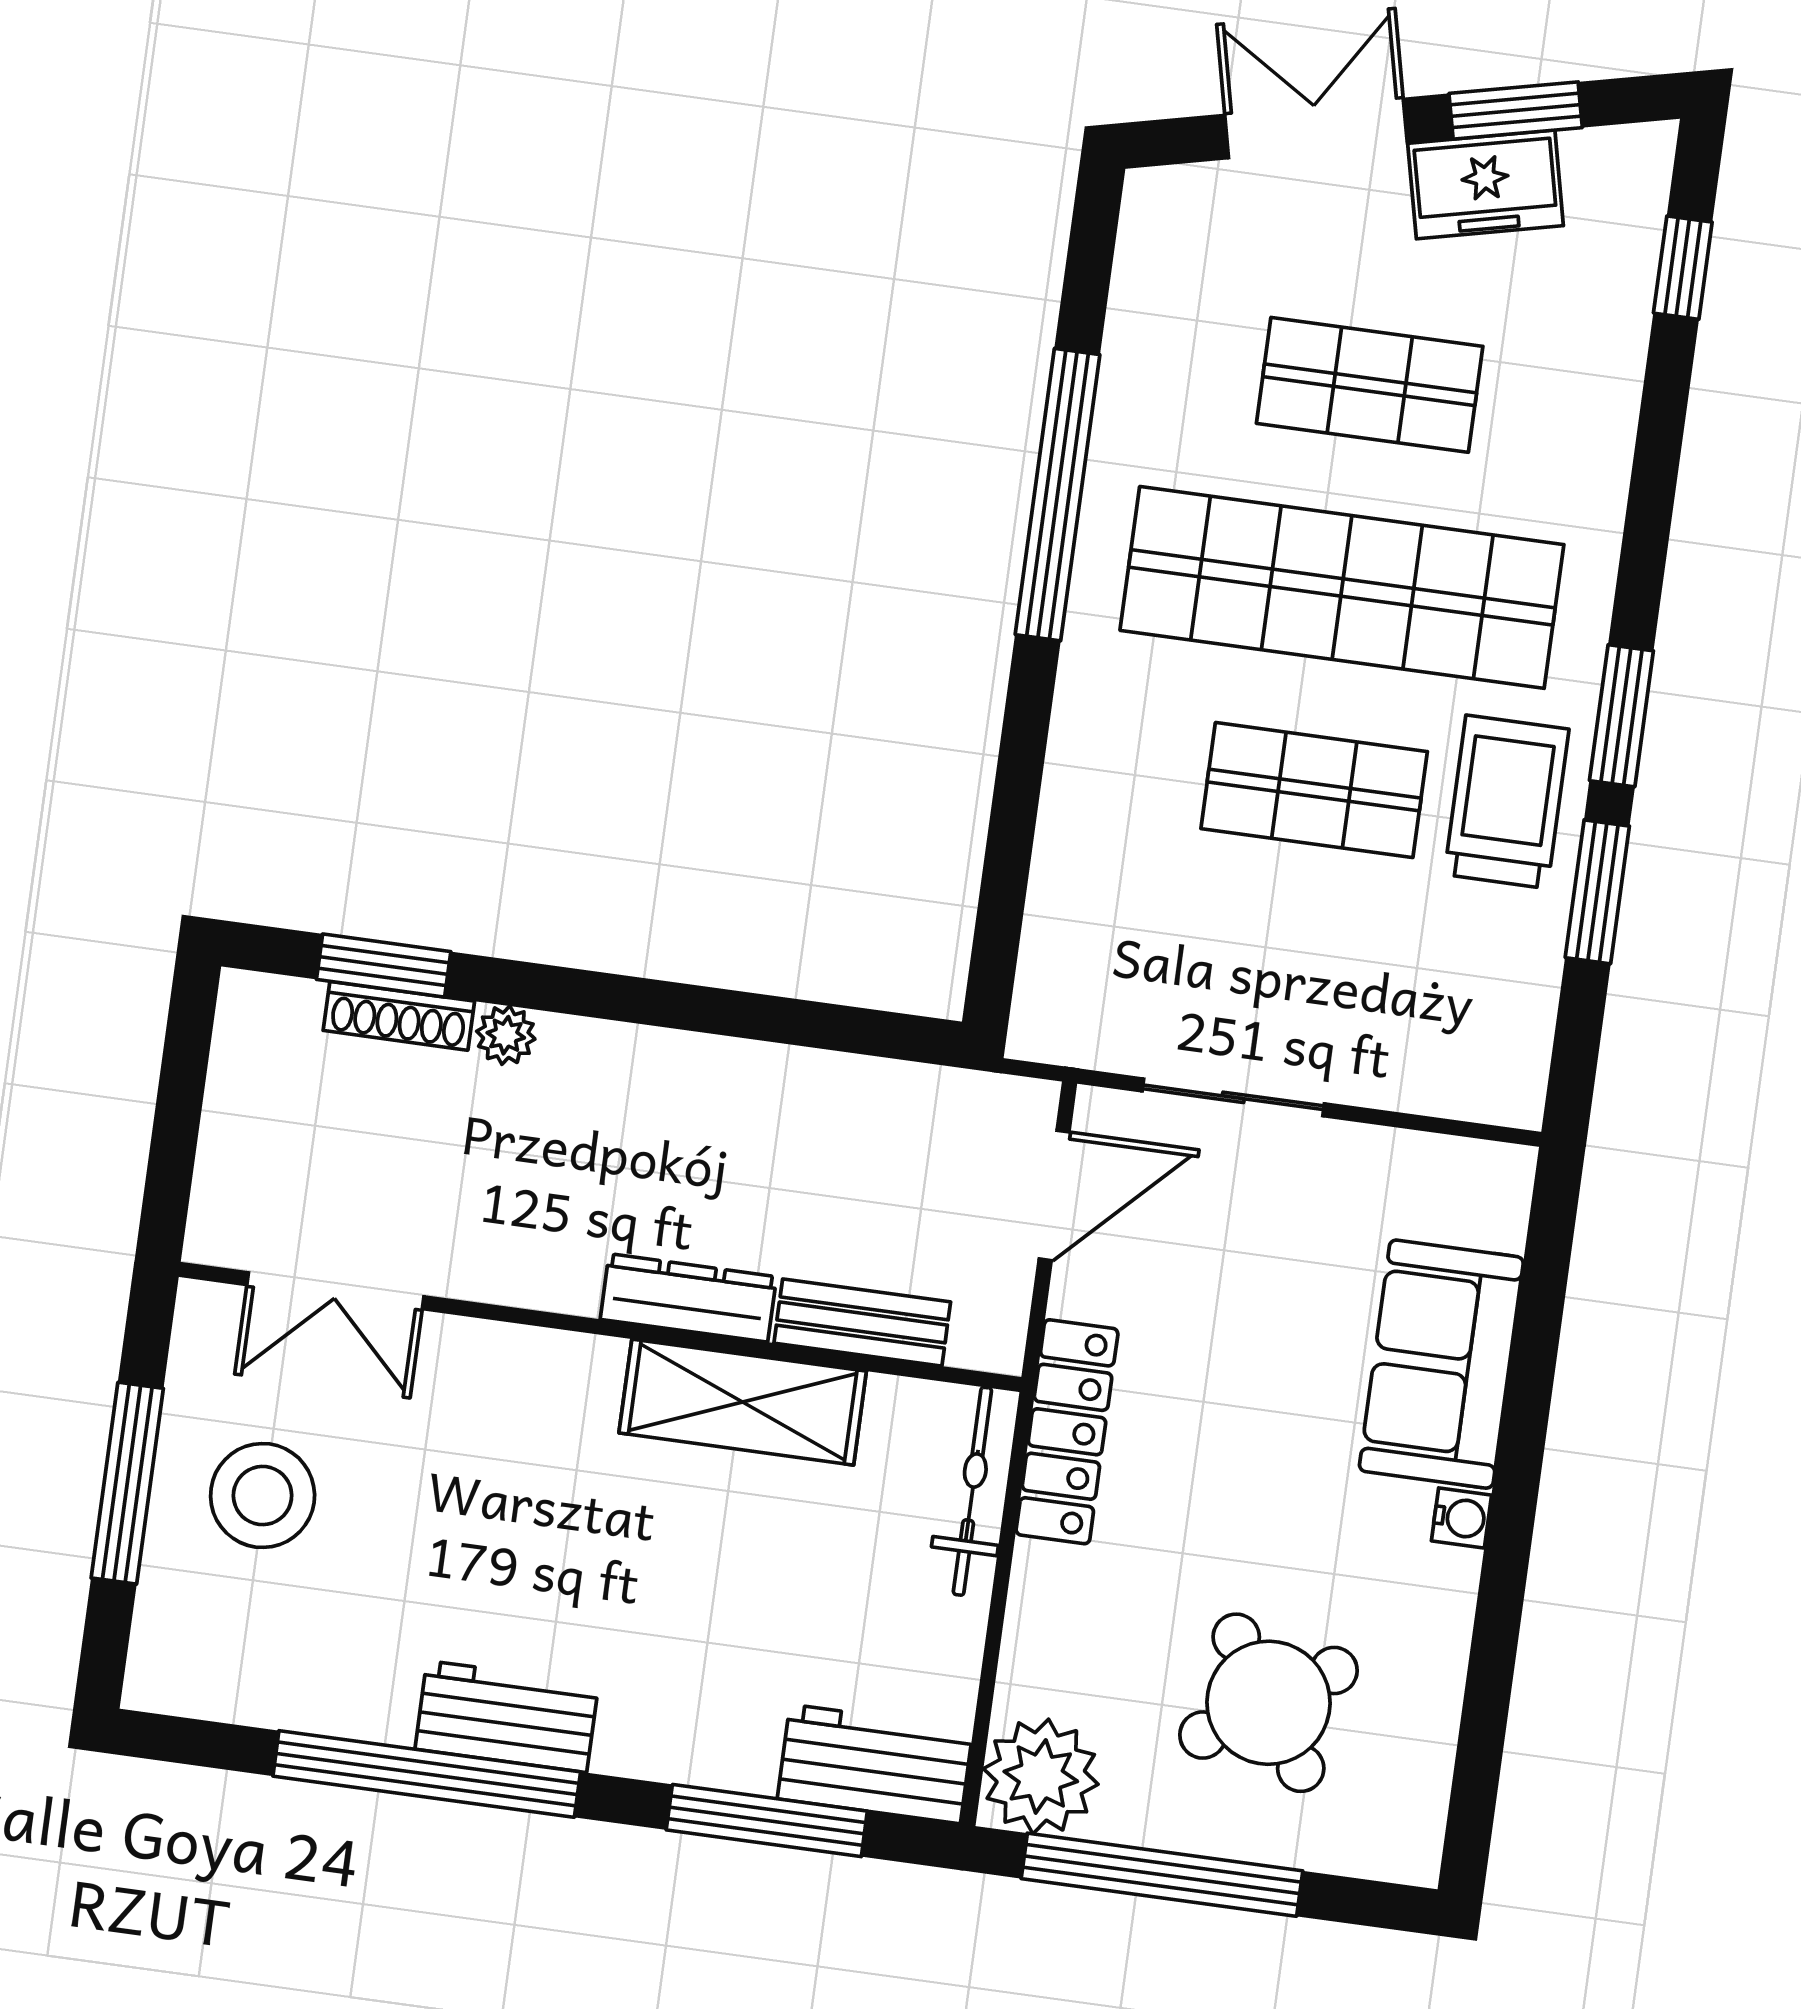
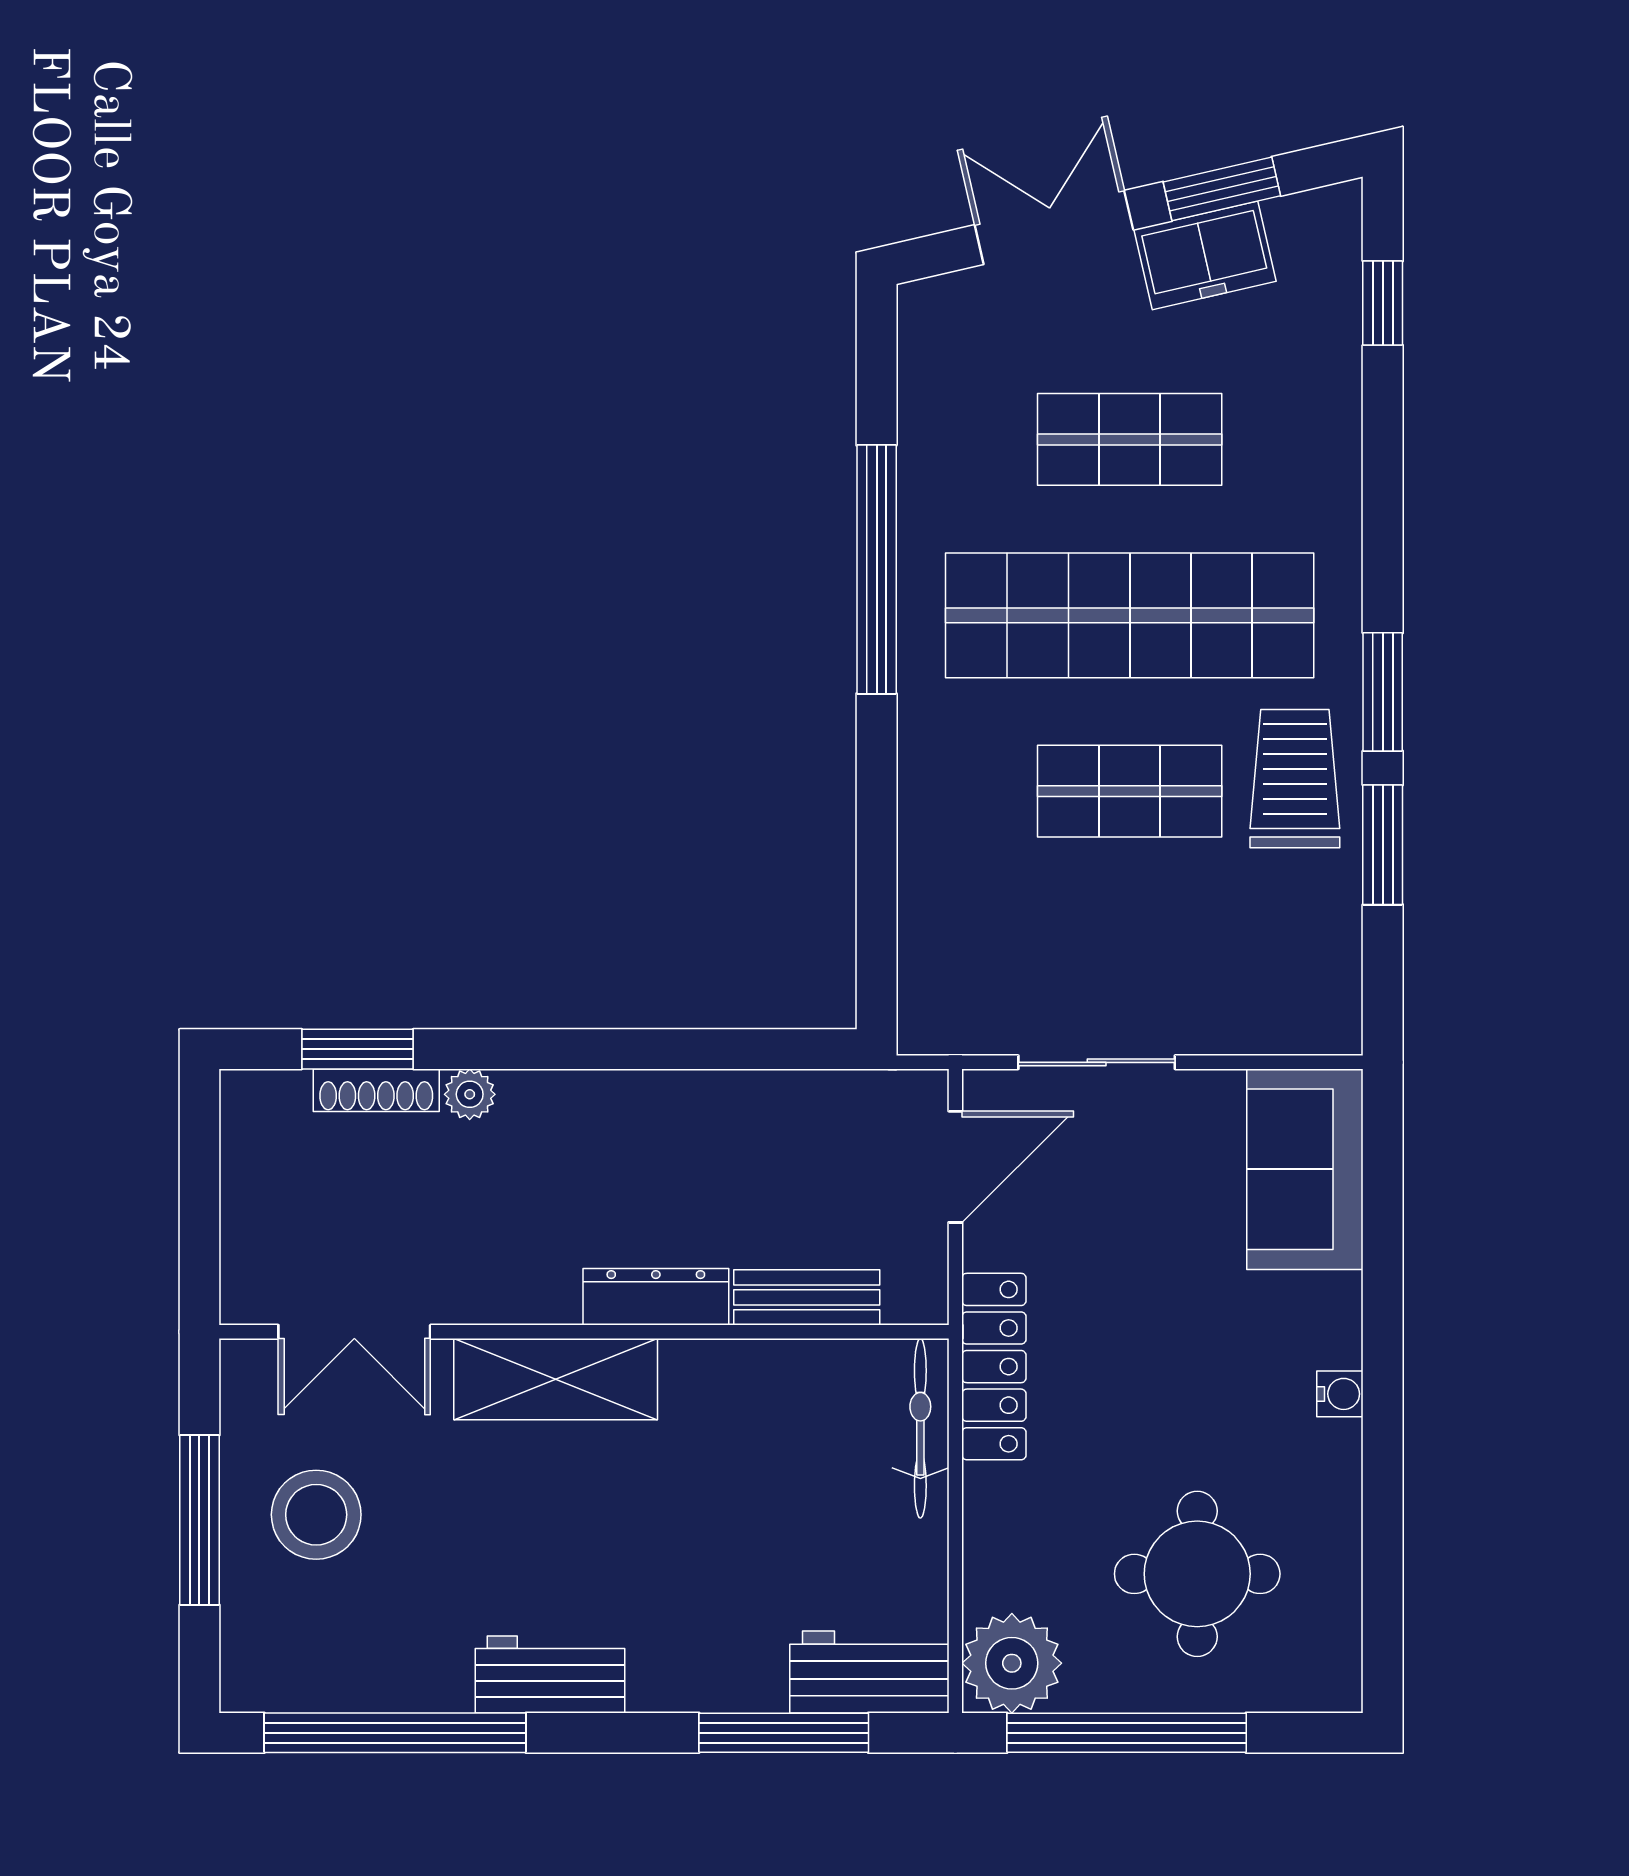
sofa: (1441, 1364) -> (1305, 1169), moved
shelving: (743, 1402) -> (556, 1379), moved
round table: (1268, 1703) -> (1197, 1574), turned 34
window: (427, 1774) -> (395, 1733), moved

